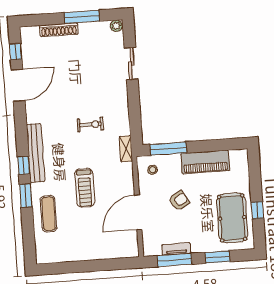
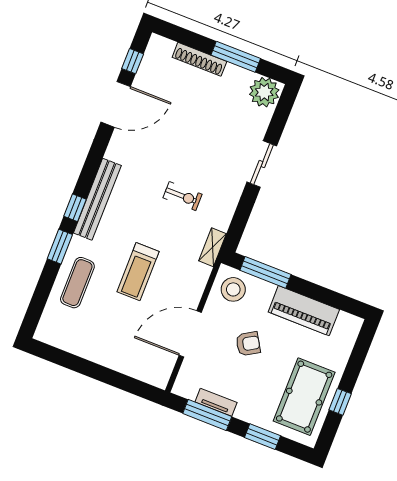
plant: (116, 26) -> (264, 92), width x1.88, depth x1.88
sliding door: (131, 64) -> (262, 164), moved
stool: (153, 170) -> (233, 289), width x1.89, depth x1.89

